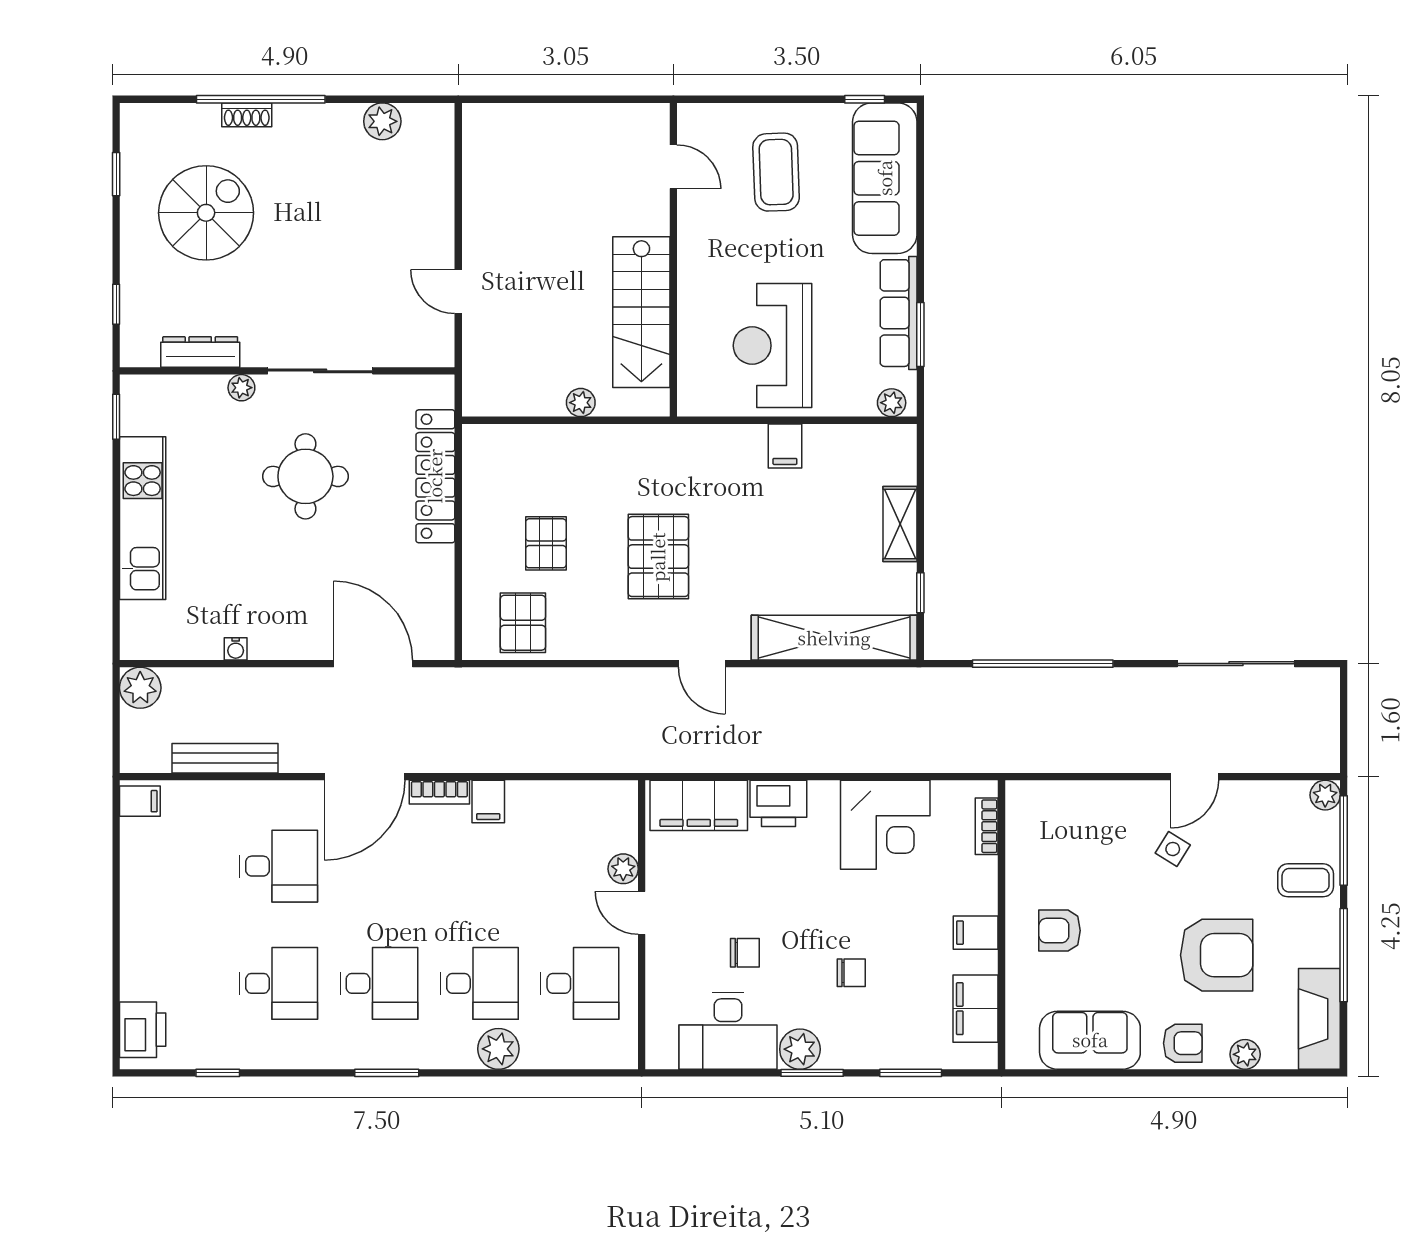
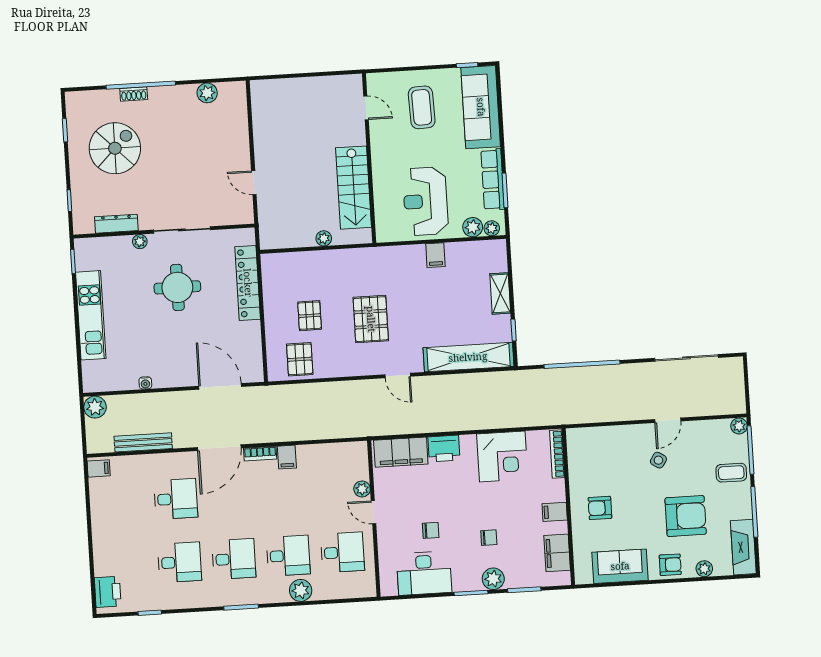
plant: (857, 399) -> (473, 227), added
bookcase: (987, 826) -> (557, 454), width x1.56
plant: (800, 1049) -> (493, 579), moved

